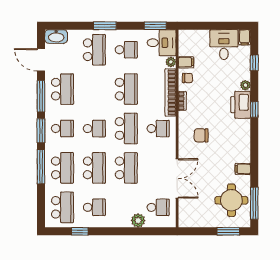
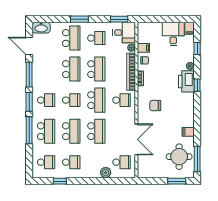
school desk: (62, 89) -> (71, 69), moved
school desk: (62, 207) -> (46, 162), width x0.54

